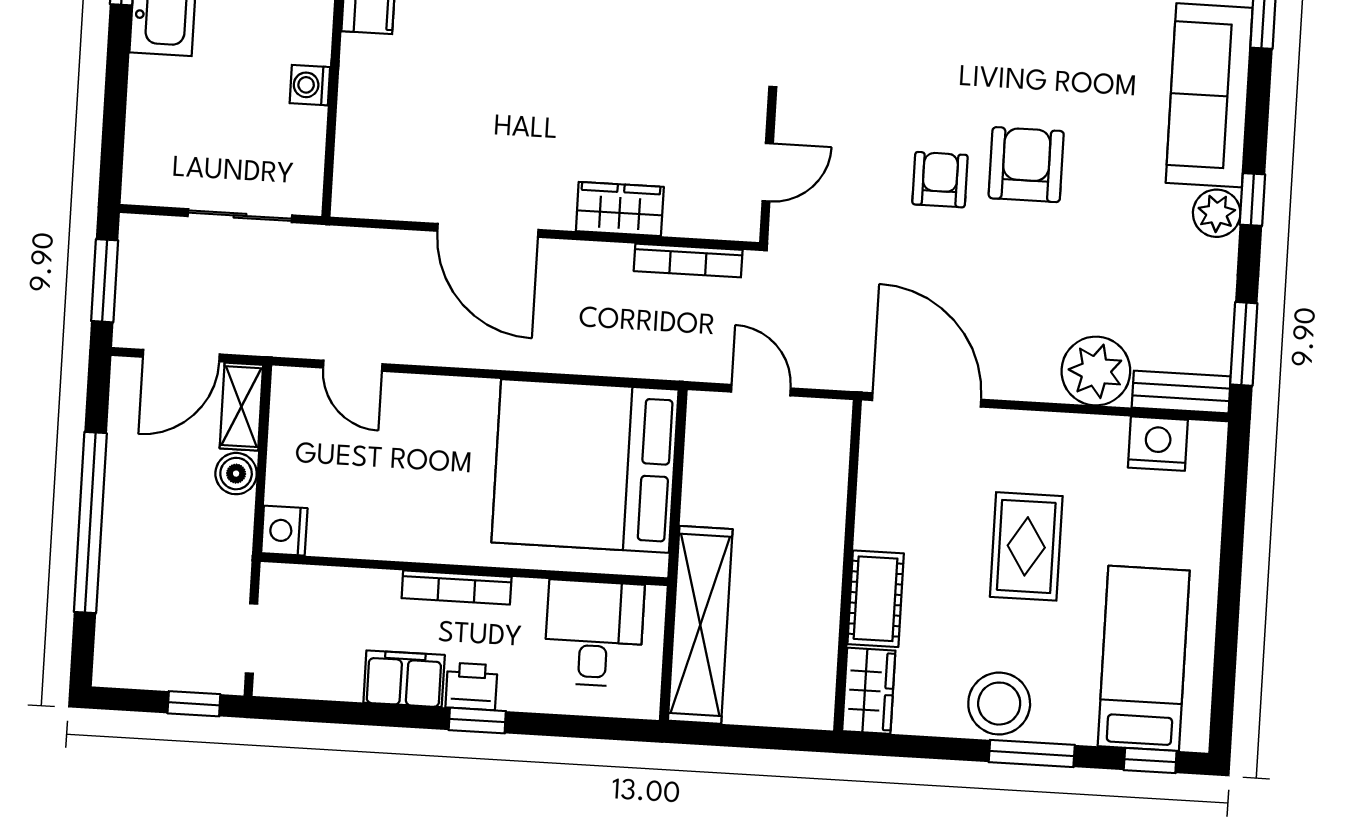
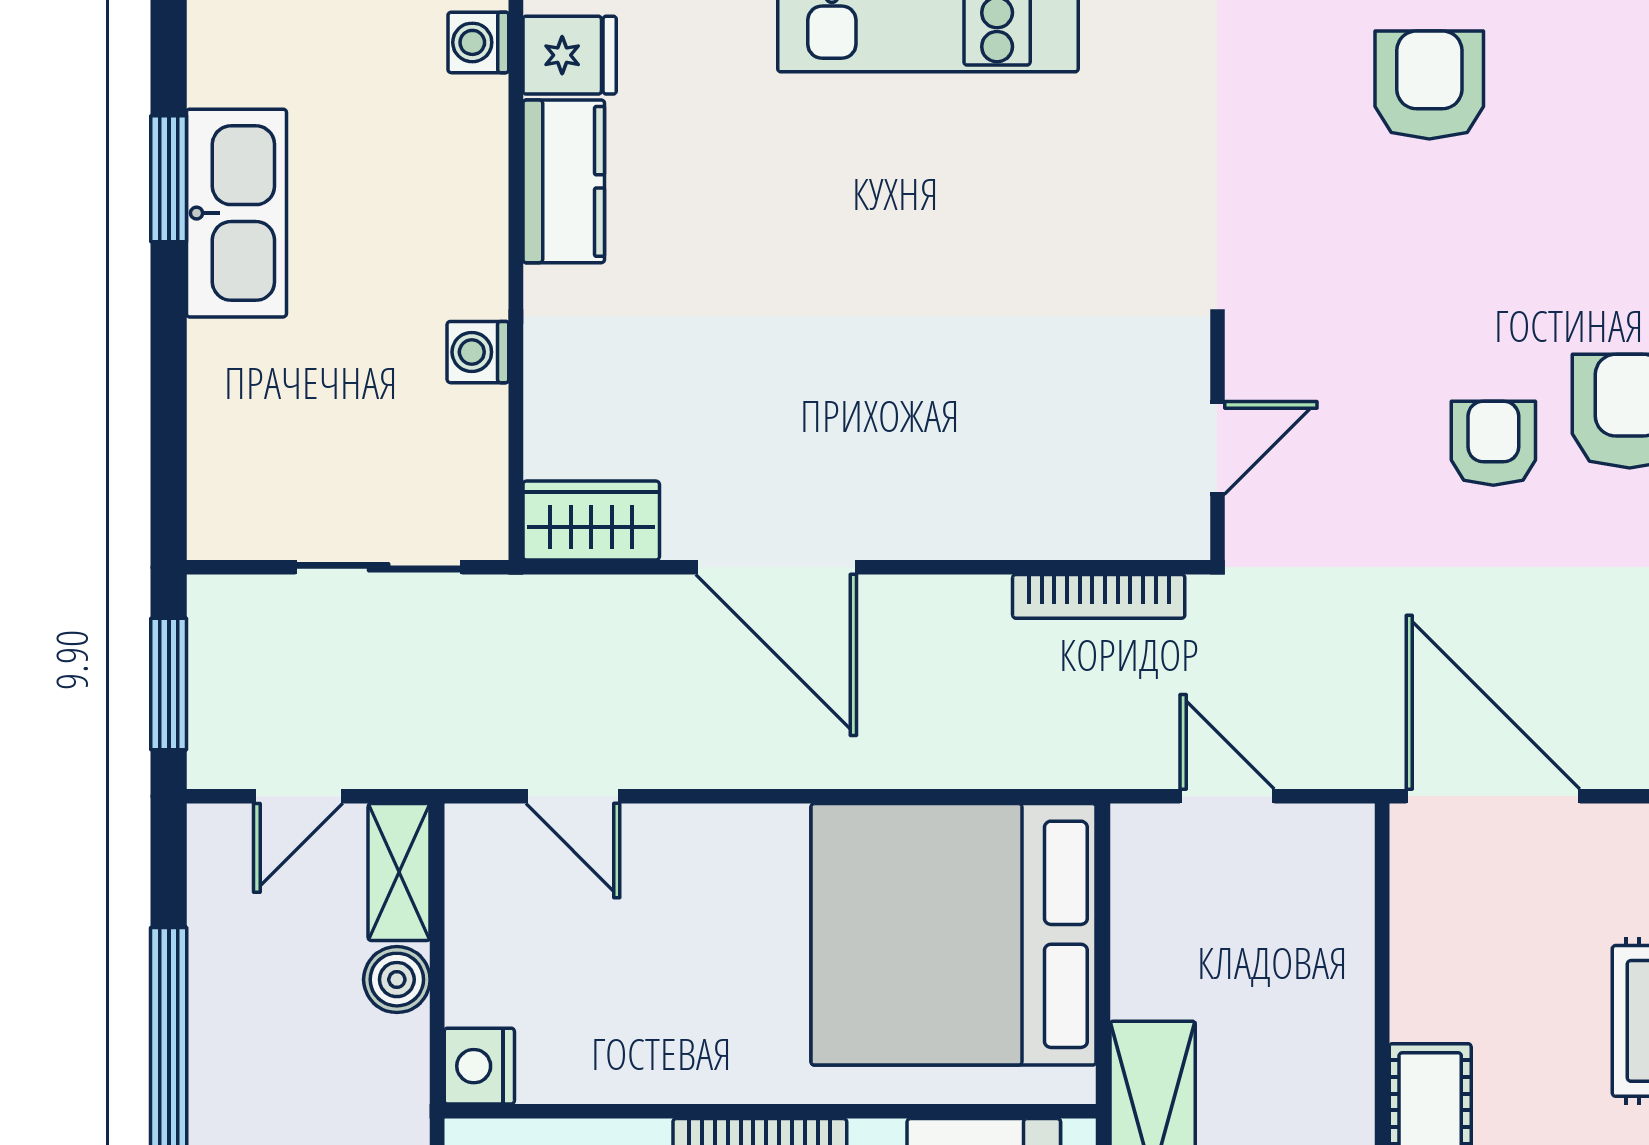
wardrobe: (620, 209) -> (591, 521), moved
door: (181, 356) -> (298, 796), width x0.73

